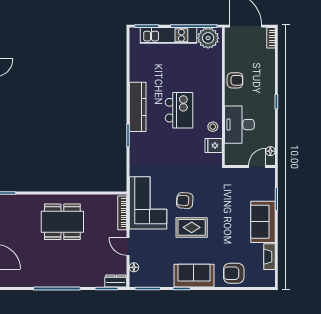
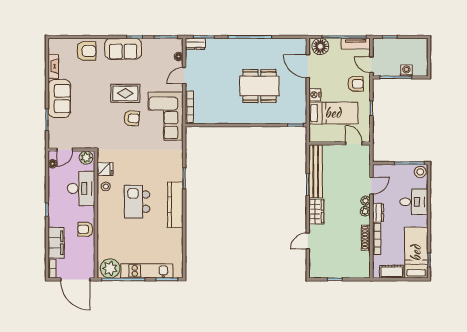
filing cabinet: (266, 66) -> (56, 243), added
plant: (234, 158) -> (86, 158), added
dining table: (62, 222) -> (259, 86), moved
door: (128, 247) -> (184, 76), swing flipped

